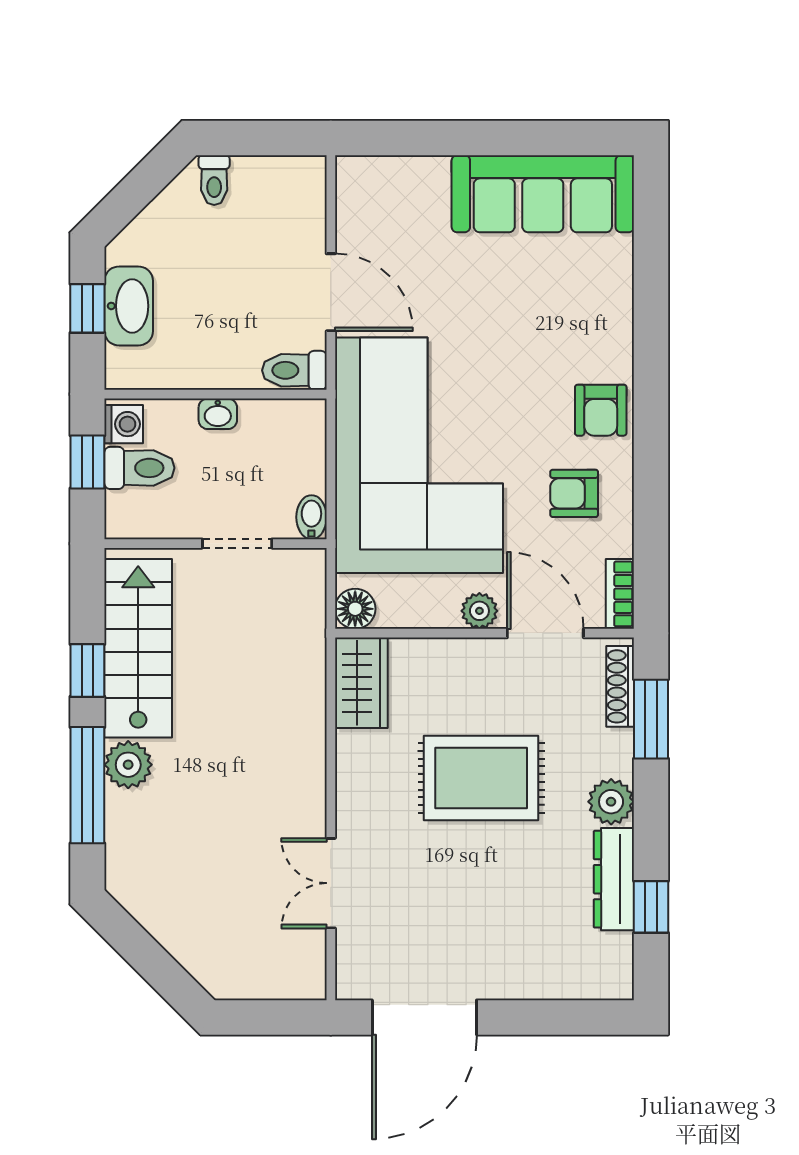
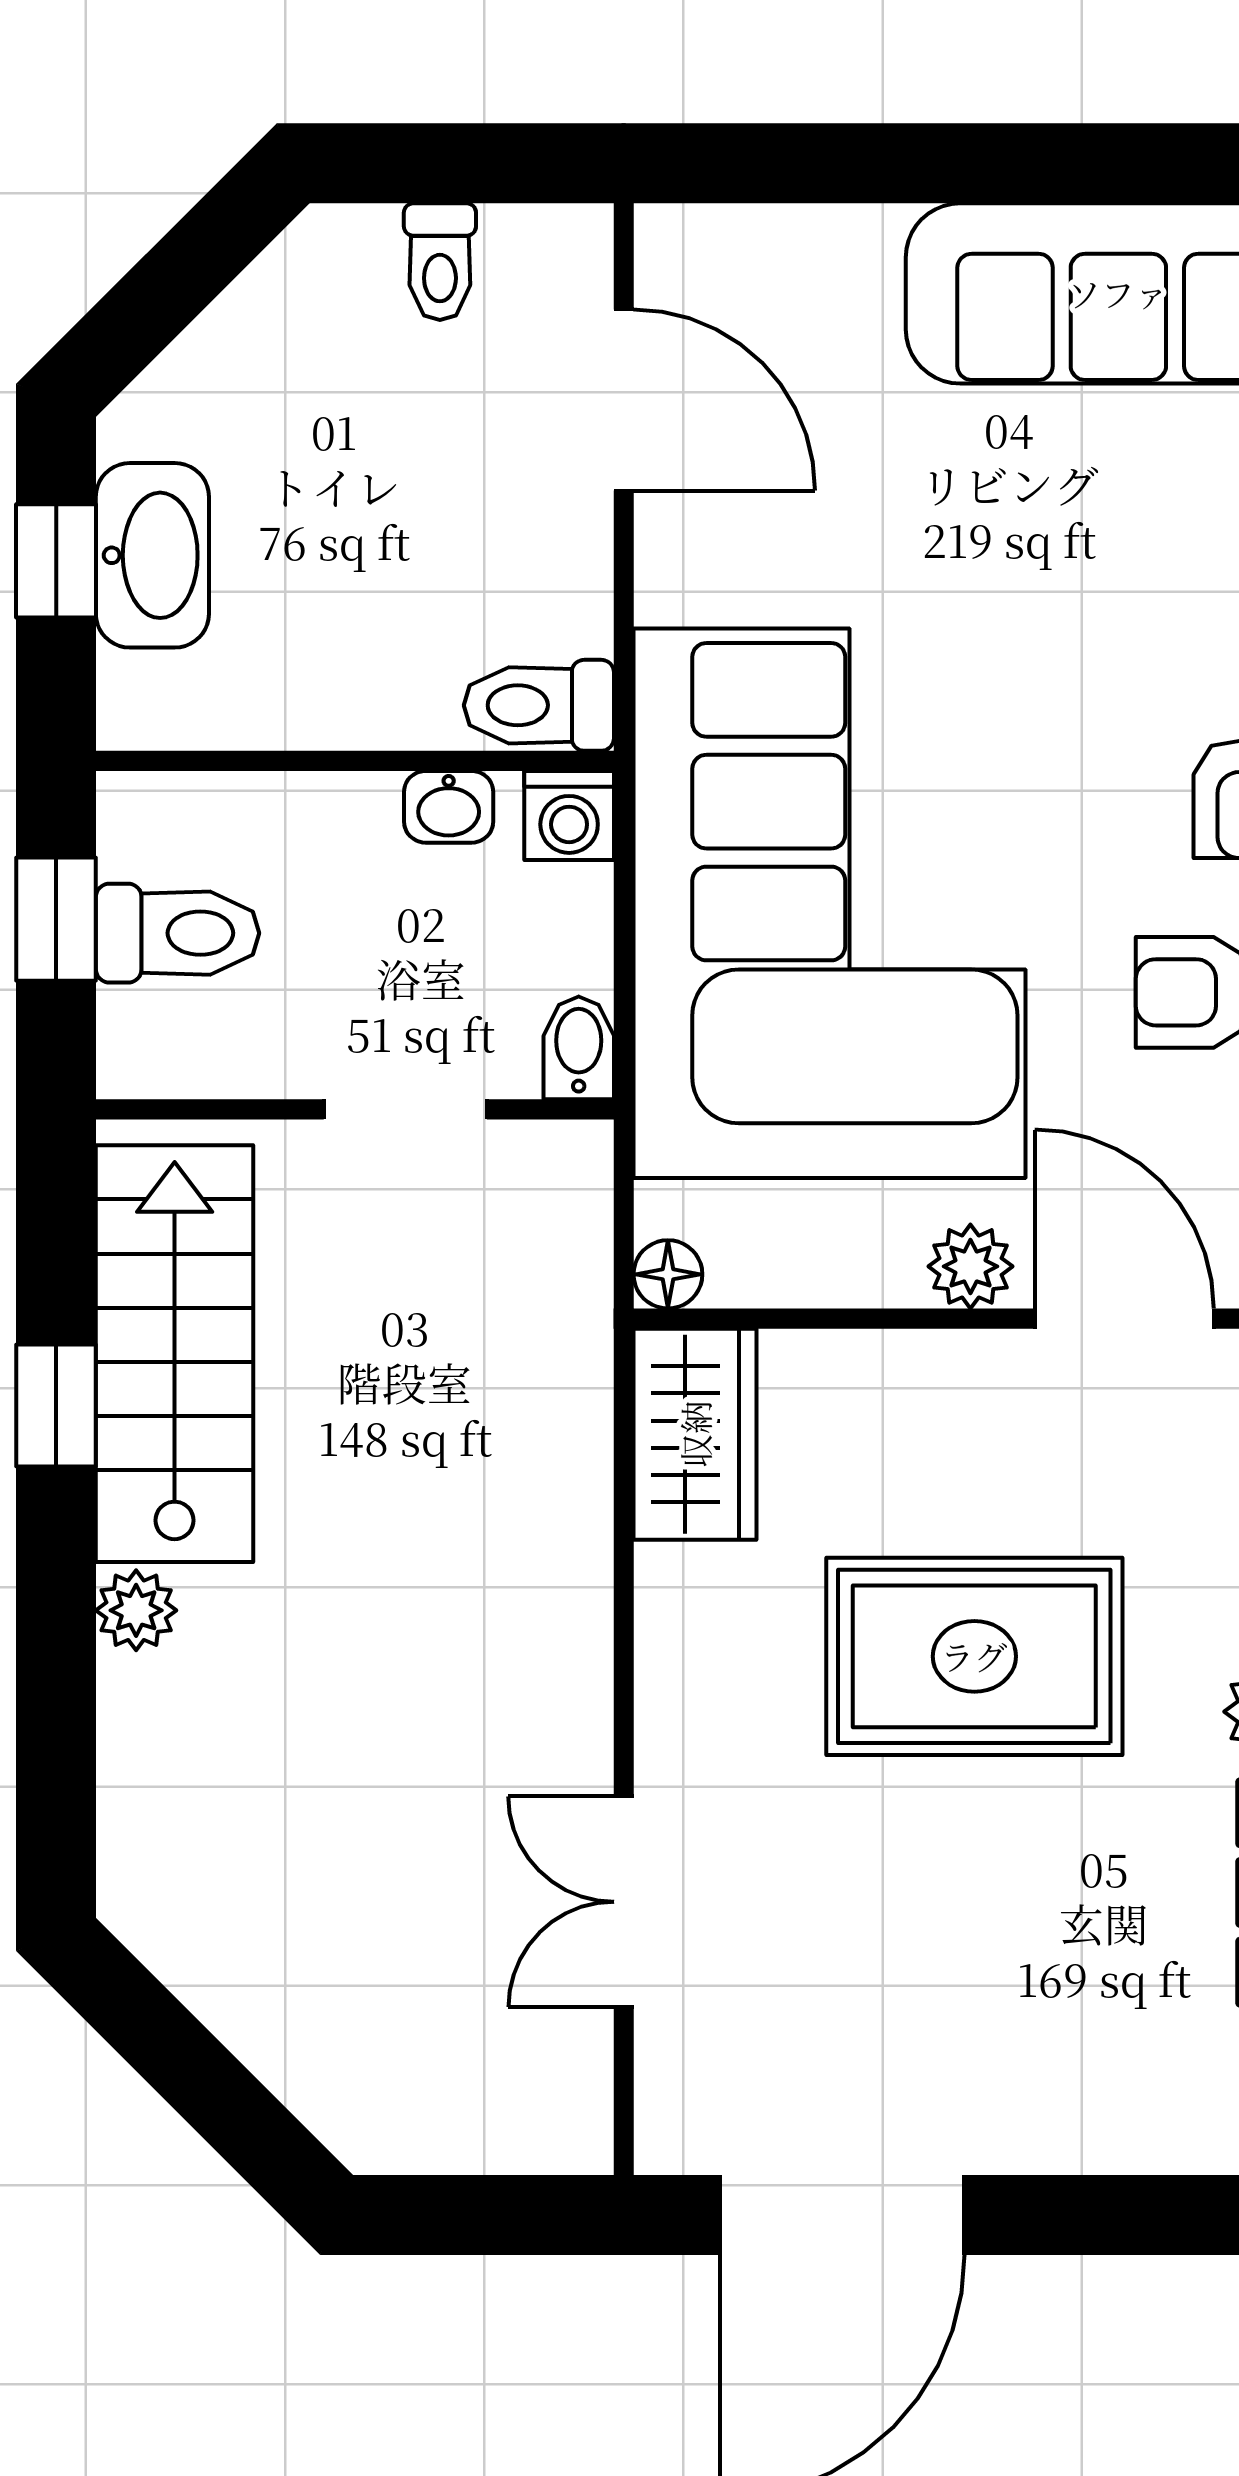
toilet: (214, 180) -> (440, 262), moved
door: (331, 292) -> (624, 400), moved
washbasin: (218, 414) -> (449, 807), moved
washing machine: (124, 424) -> (569, 816), moved, turned 90
floor lamp: (355, 609) -> (668, 1274), width x0.73, depth x0.73
plant: (128, 765) -> (136, 1610), width x0.73, depth x0.73
window: (87, 785) -> (56, 1673), removed

